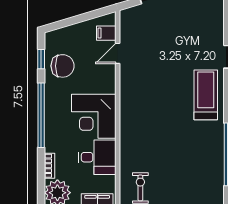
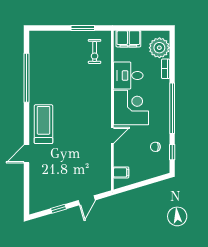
door: (118, 53) -> (112, 135), moved
chair: (63, 66) -> (155, 147), width x0.54, depth x0.54
treadmill: (206, 95) -> (43, 124), turned 180

